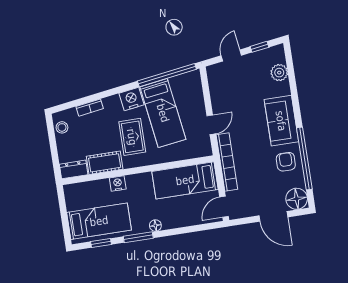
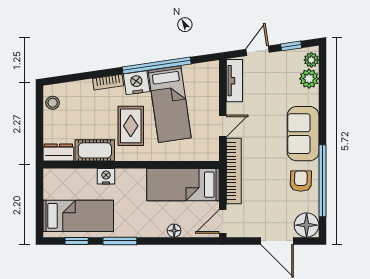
plant: (279, 56) -> (311, 60), added
window: (167, 75) -> (157, 65), moved
tv unit: (215, 84) -> (234, 81), added
bookcase: (90, 108) -> (108, 82), moved
floor lamp: (155, 226) -> (174, 231), moved

